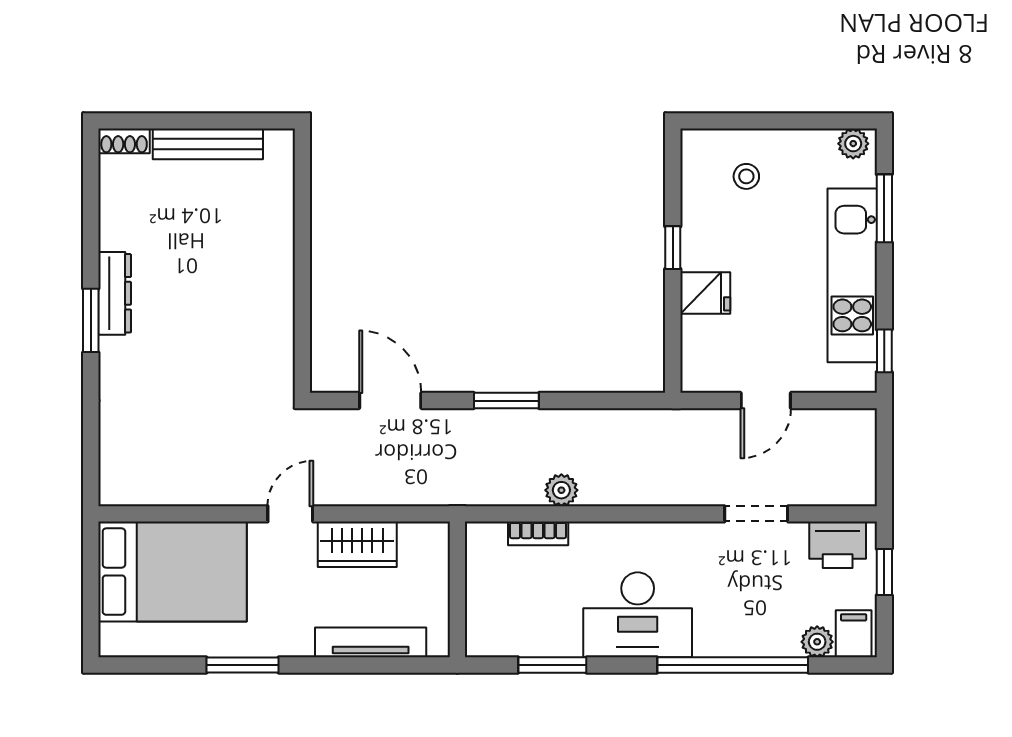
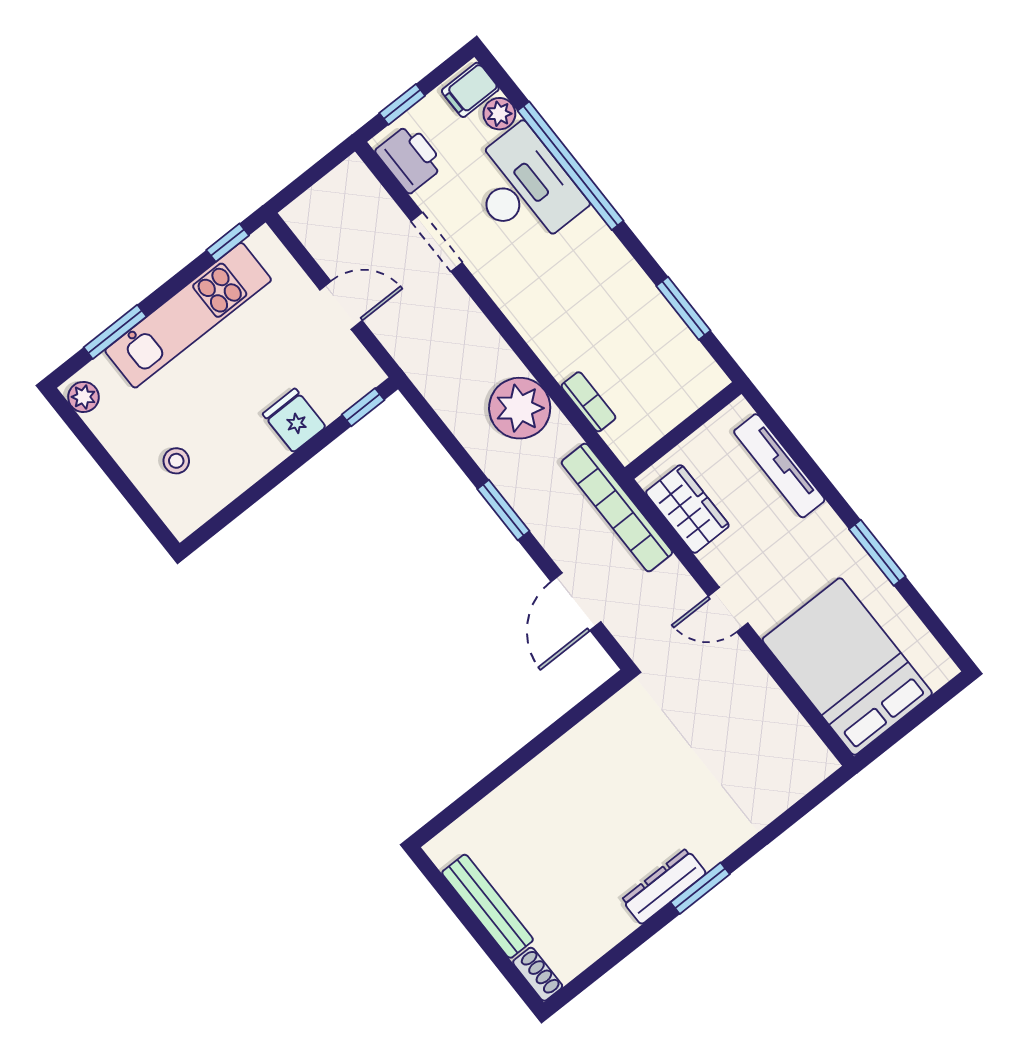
window: (673, 248) -> (363, 407), moved
bookcase: (438, 490) -> (617, 508), added
plant: (561, 490) -> (520, 408), width x1.88, depth x1.88
wardrobe: (357, 544) -> (687, 509), moved
desk: (638, 615) -> (524, 188), moved

